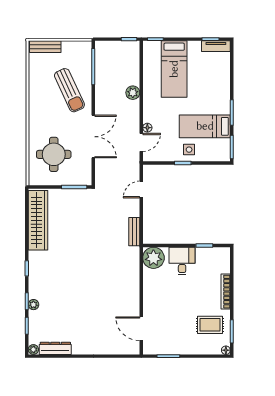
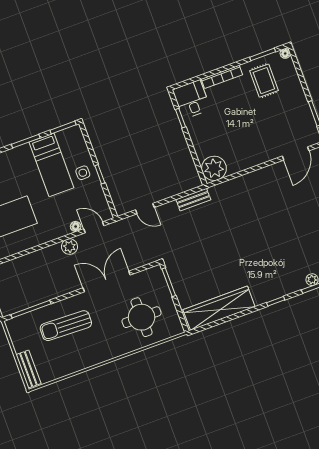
sun lounger: (69, 90) -> (66, 326), turned -153
plant: (133, 93) -> (69, 247), moved
desk: (182, 261) -> (191, 99), moved, turned 90

